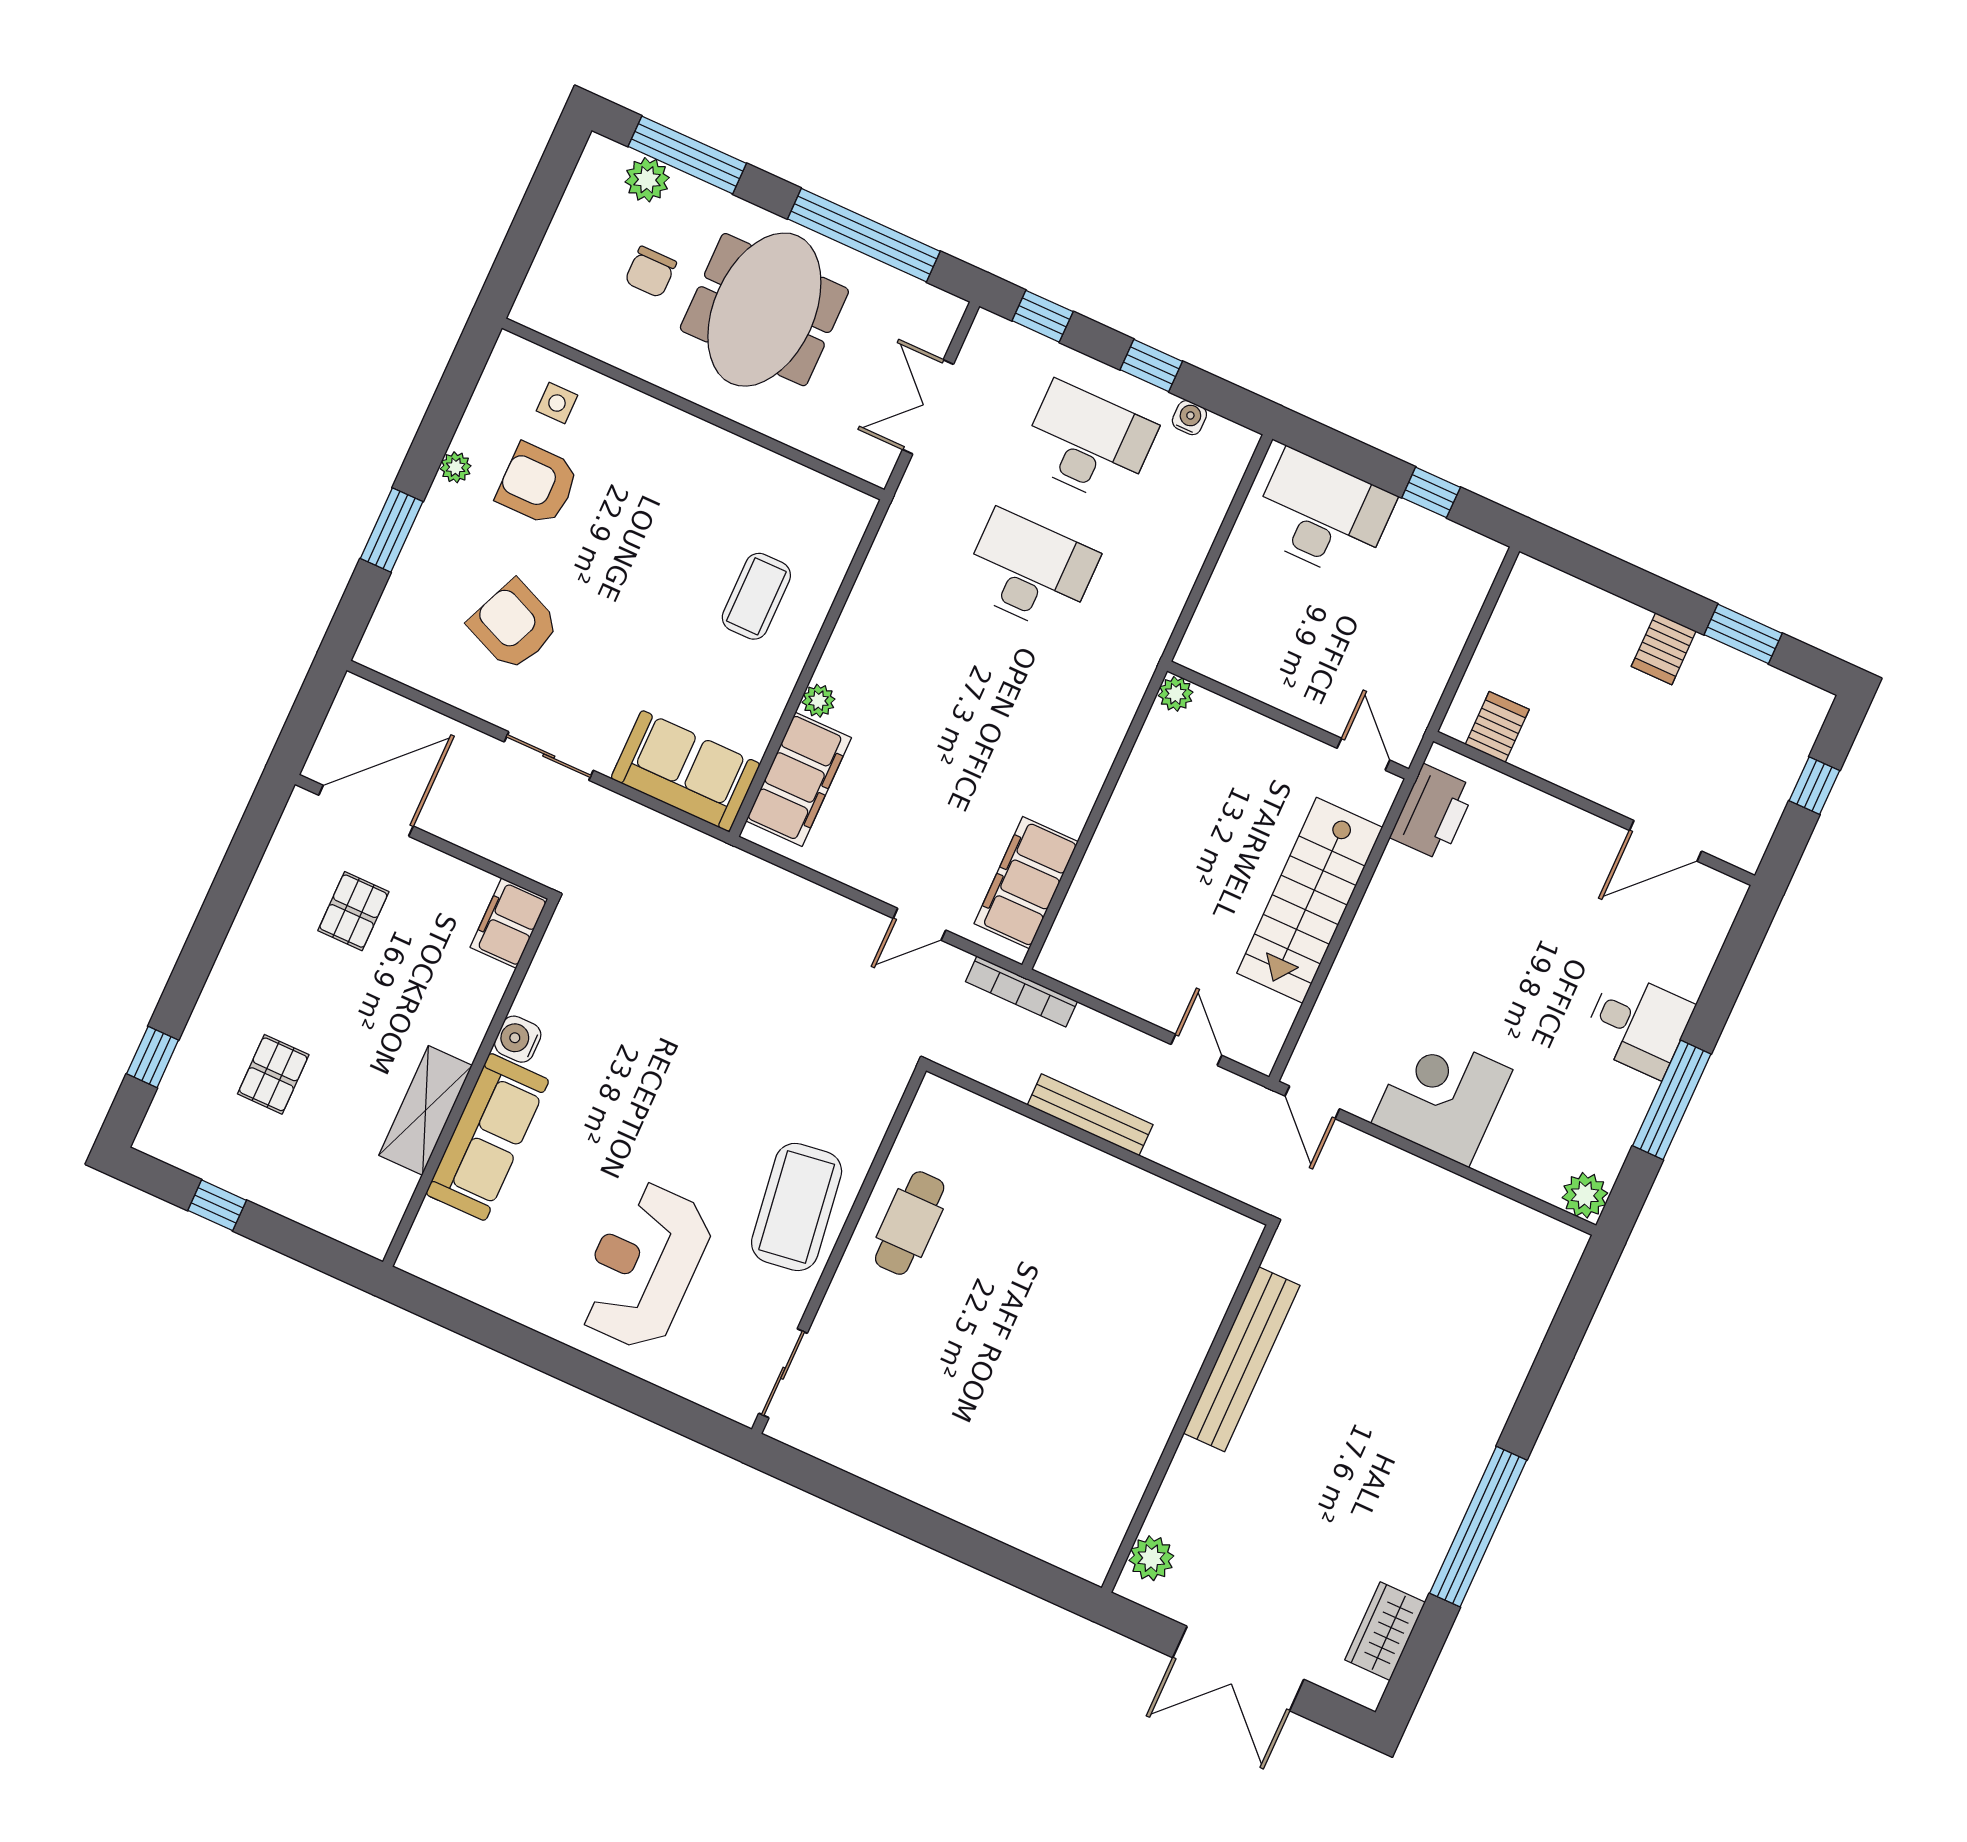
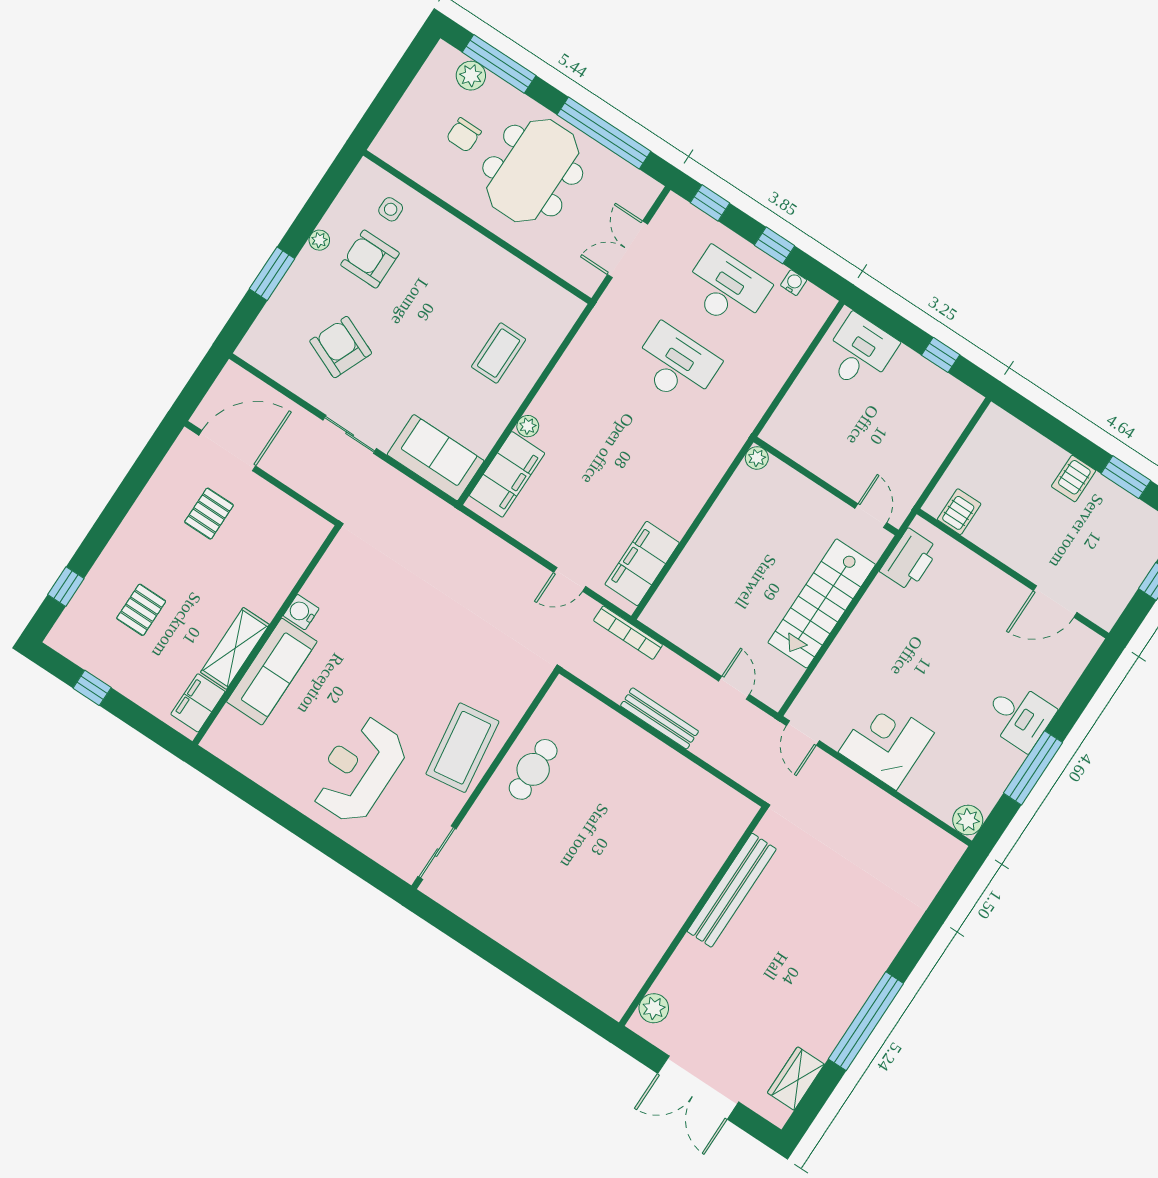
desk: (1322, 515) -> (860, 352), width x0.73
filing cabinet: (509, 923) -> (198, 703), moved

